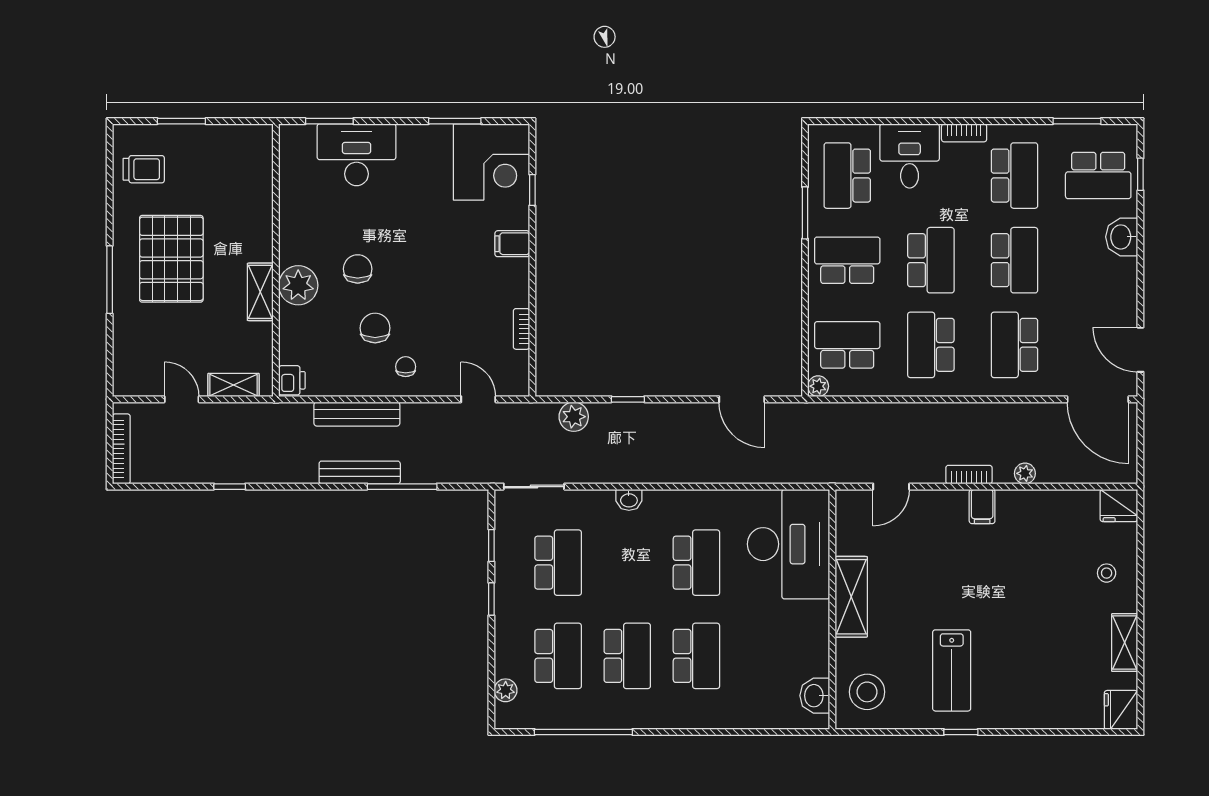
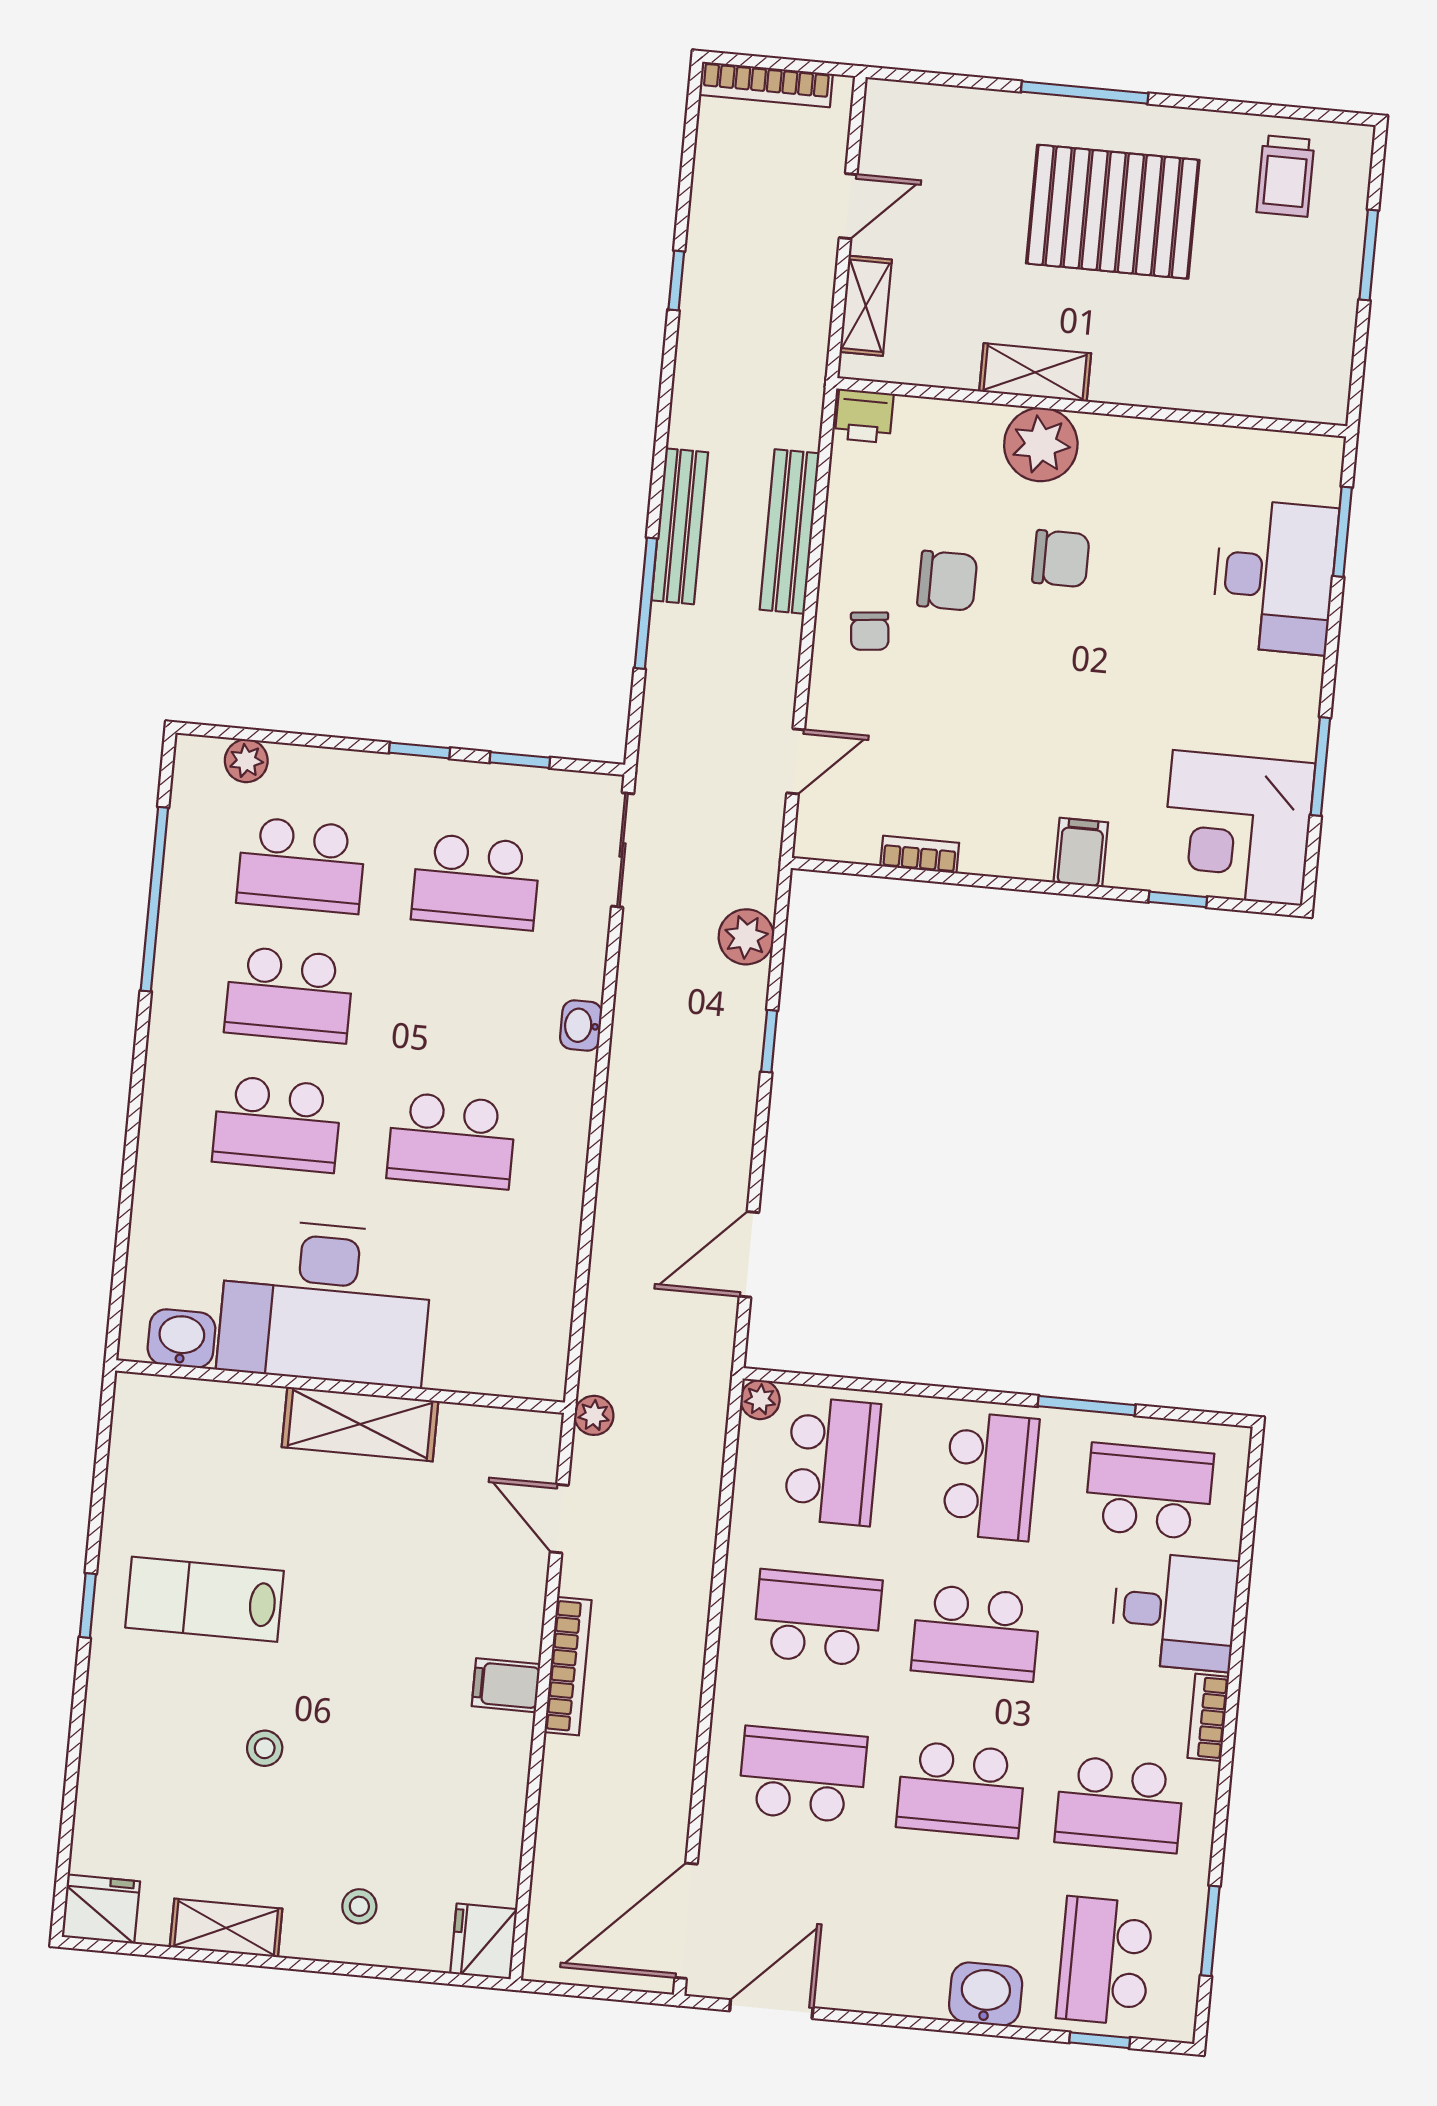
chair: (406, 367) -> (870, 631), turned 84
plant: (1025, 473) -> (594, 1415), moved
bookcase: (969, 475) -> (568, 1666), width x1.56
desk: (789, 544) -> (325, 1303), moved
stool: (867, 692) -> (265, 1748), moved, width x0.53, depth x0.53

